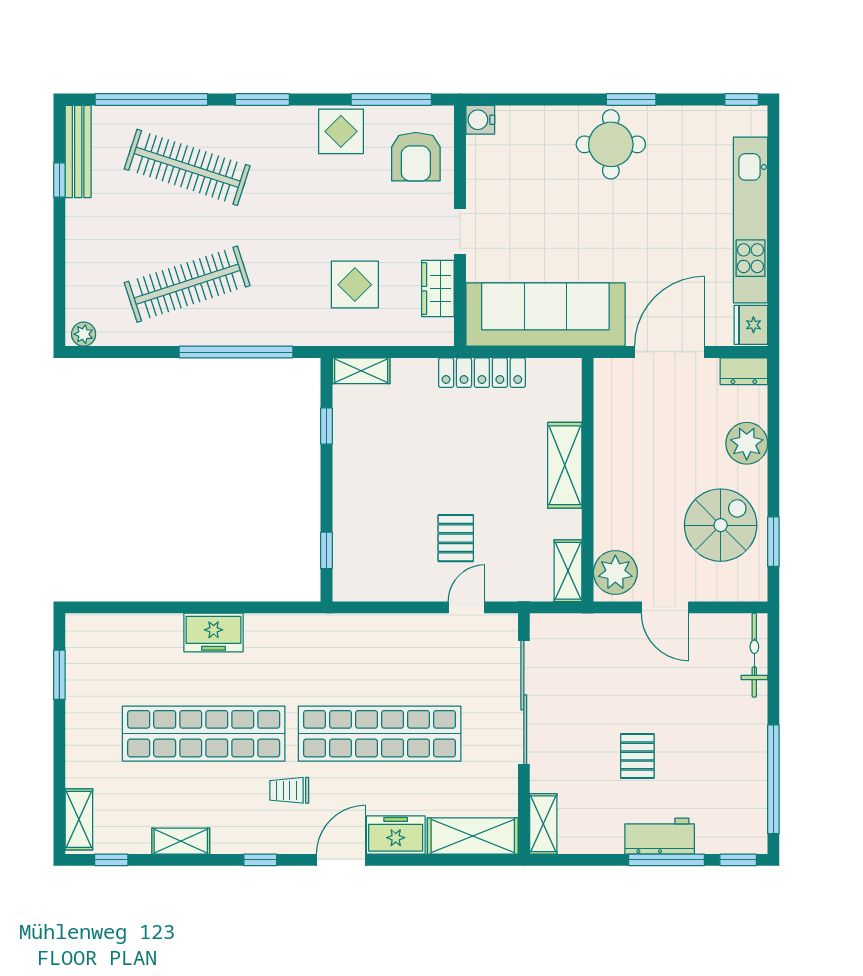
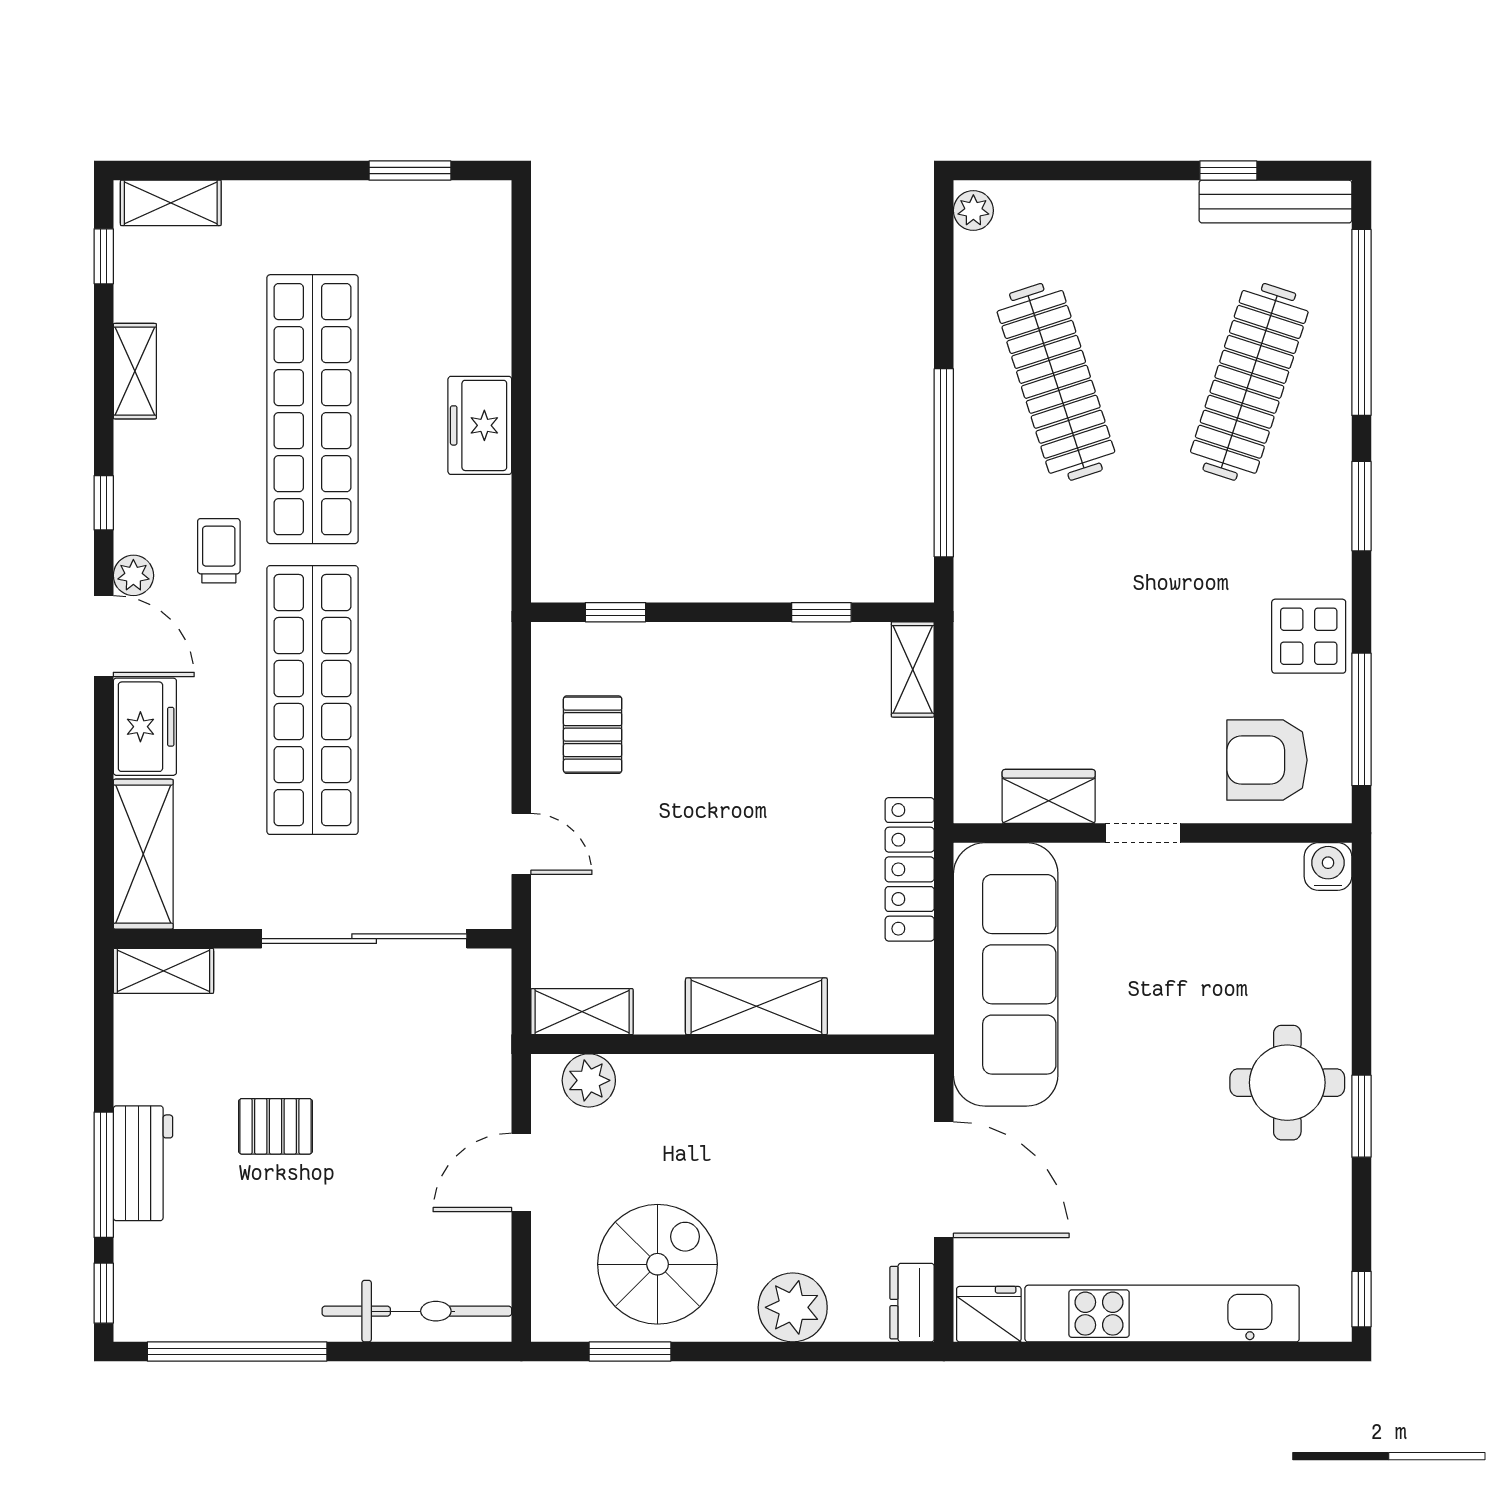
display table: (355, 285) -> (1055, 659), removed
spiral stairs: (721, 525) -> (658, 1264), turned -90
pallet: (456, 538) -> (593, 735), moved, turned 90
plant: (615, 572) -> (589, 1080), width x0.73, depth x0.73
bicycle: (754, 655) -> (417, 1311), width x1.37, depth x1.40
plant: (304, 842) -> (133, 575), added

